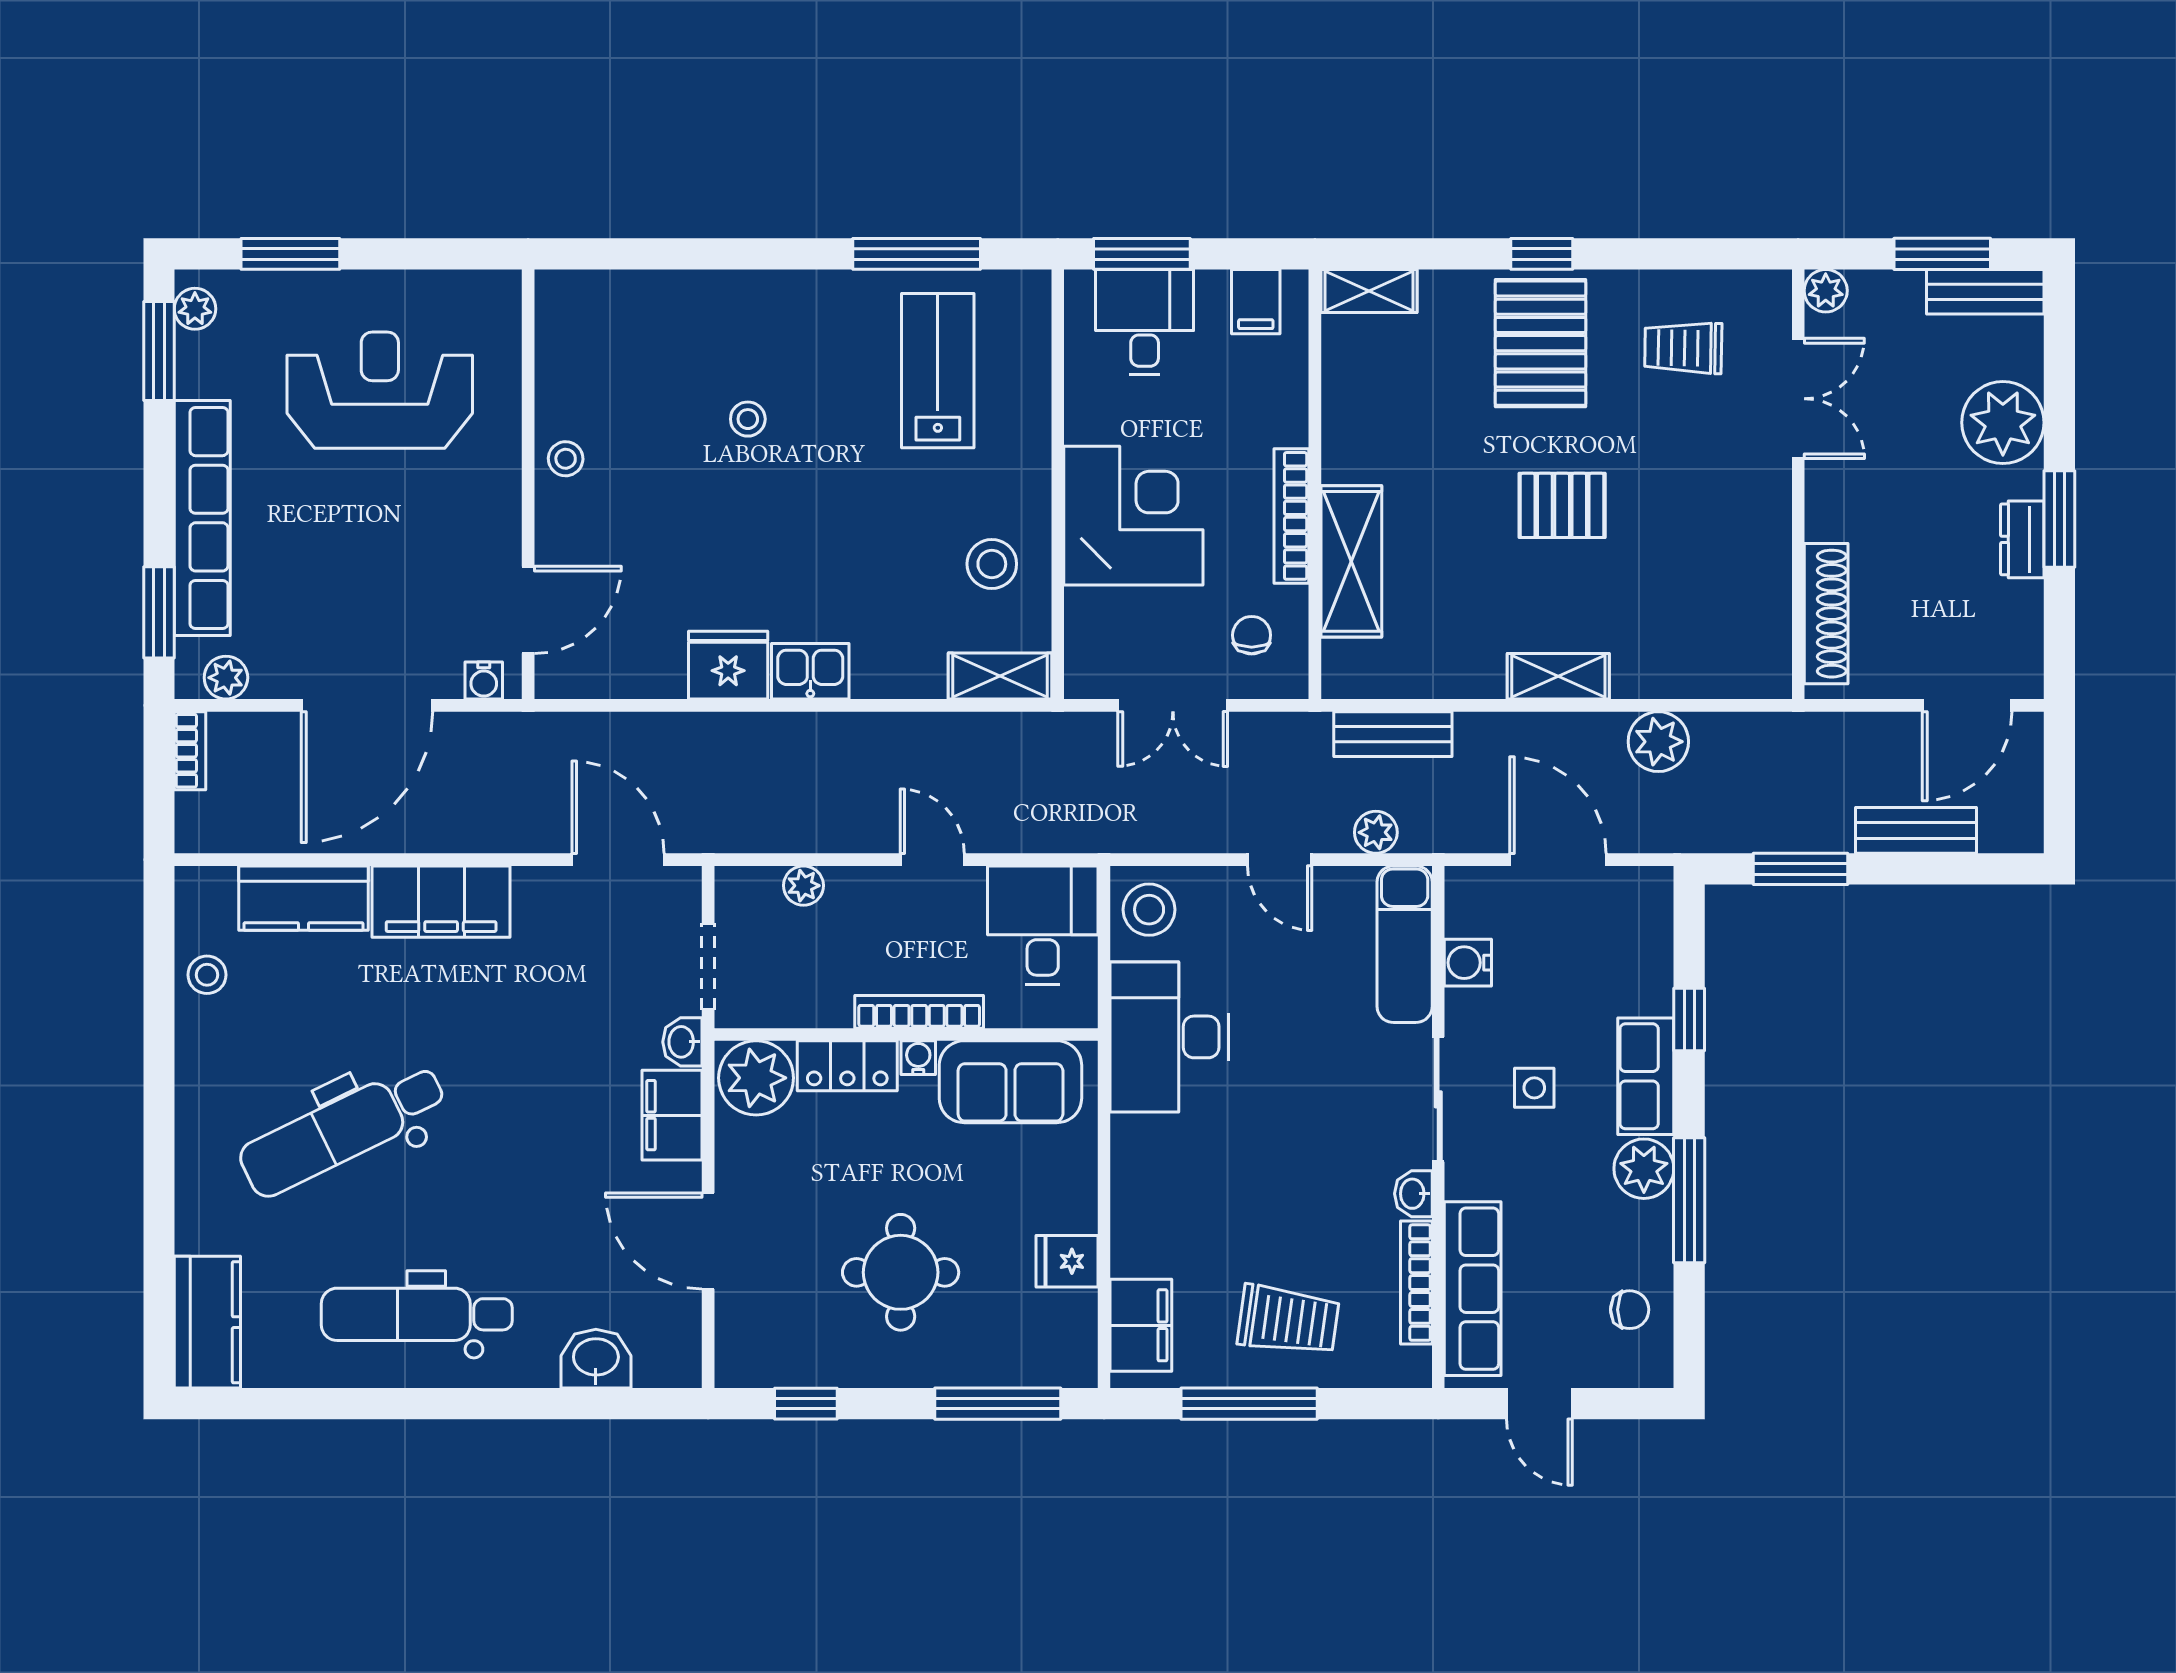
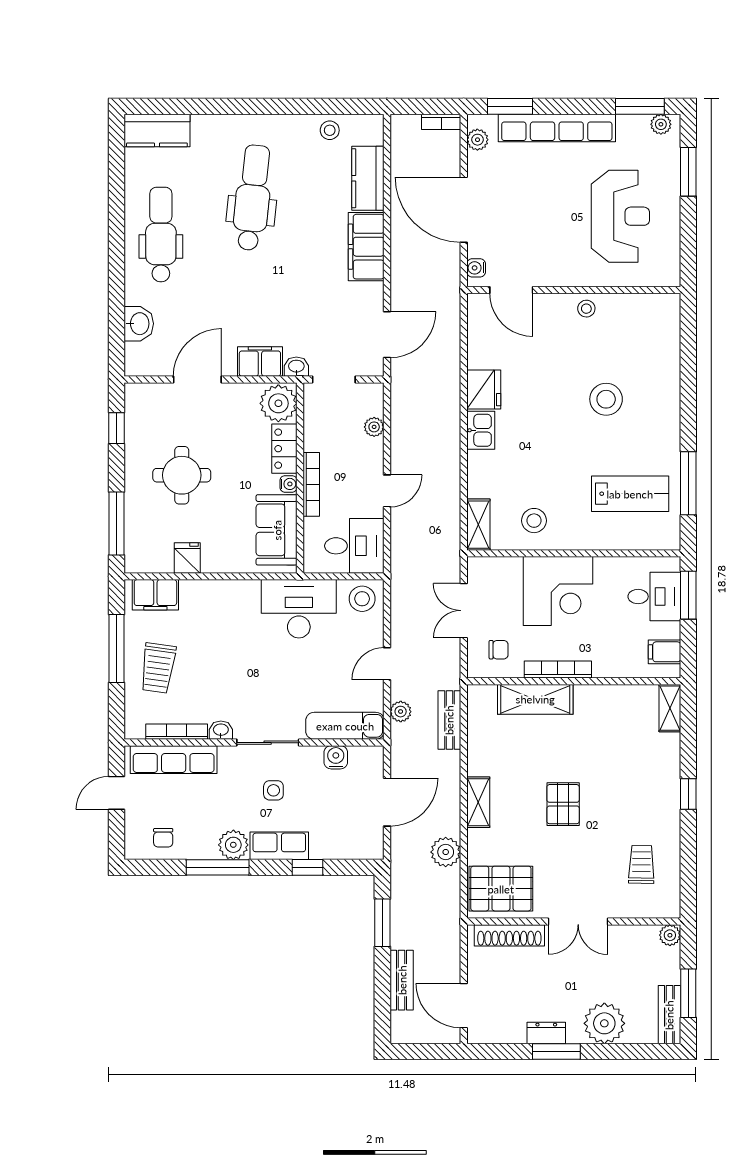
pallet: (1541, 343) -> (501, 889), moved
double door: (1798, 399) -> (578, 922), moved
stool: (748, 419) -> (606, 399), width x1.89, depth x1.89
dental chair: (343, 1130) -> (253, 198), turned 32

